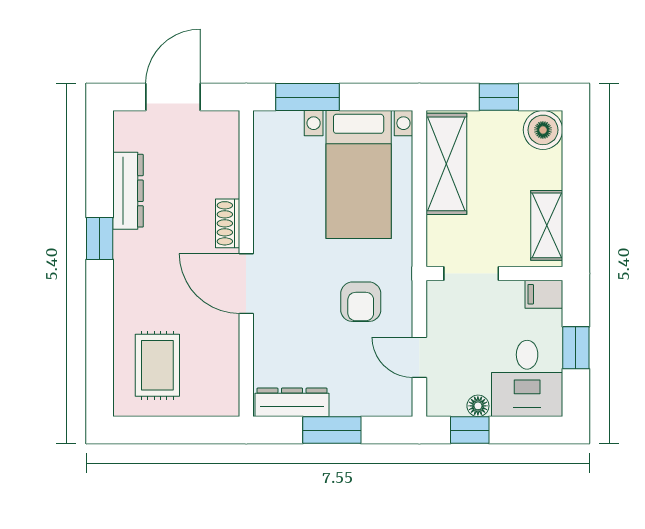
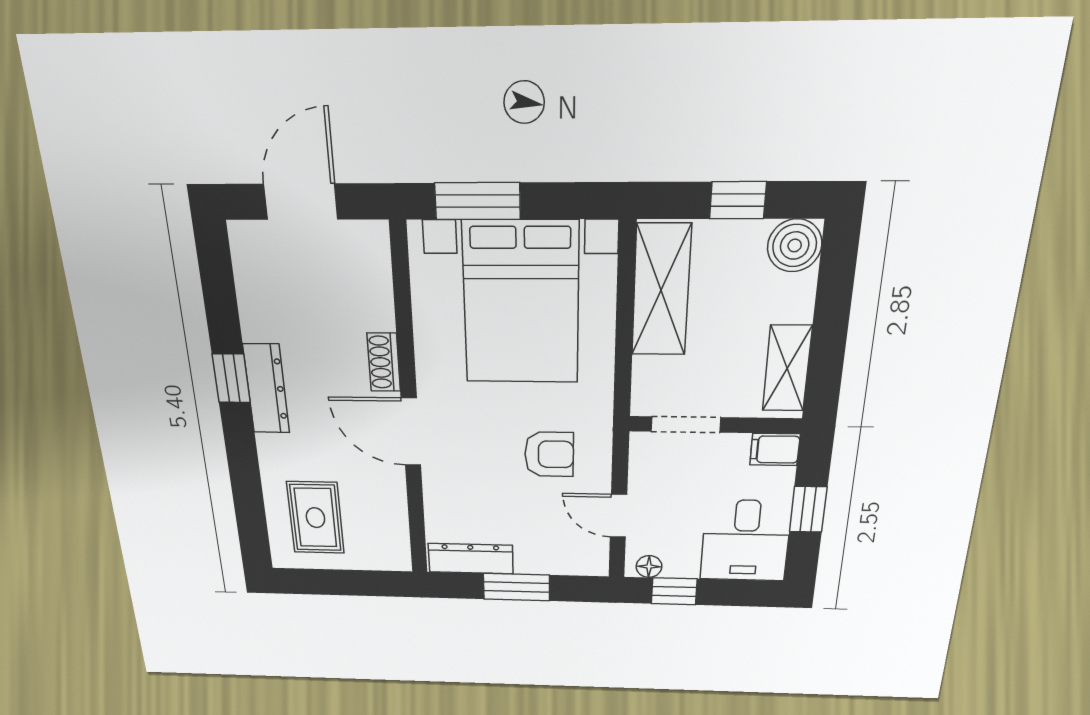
bed with nightstands: (359, 174) -> (521, 303), width x1.36
dresser: (128, 191) -> (266, 389), moved
armchair: (361, 302) -> (549, 454), turned -90
floor lamp: (478, 406) -> (649, 566), moved

